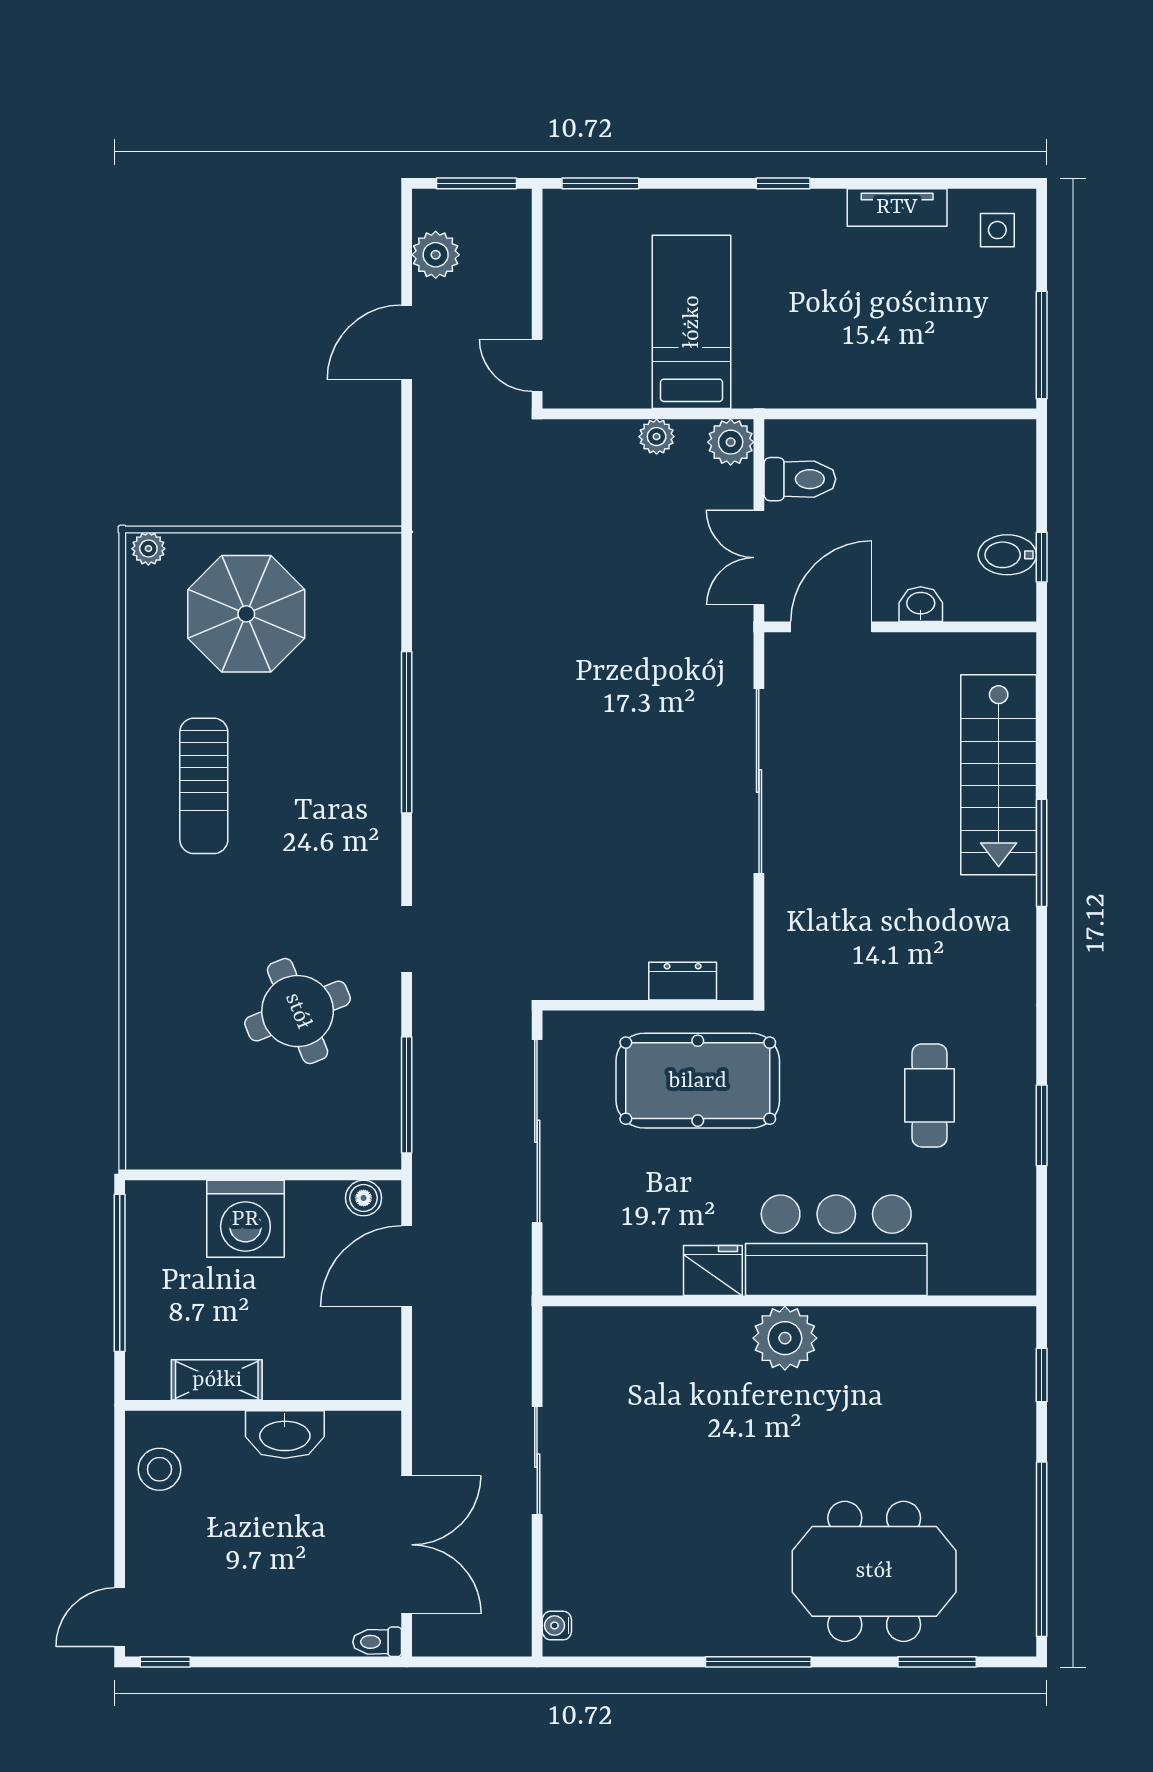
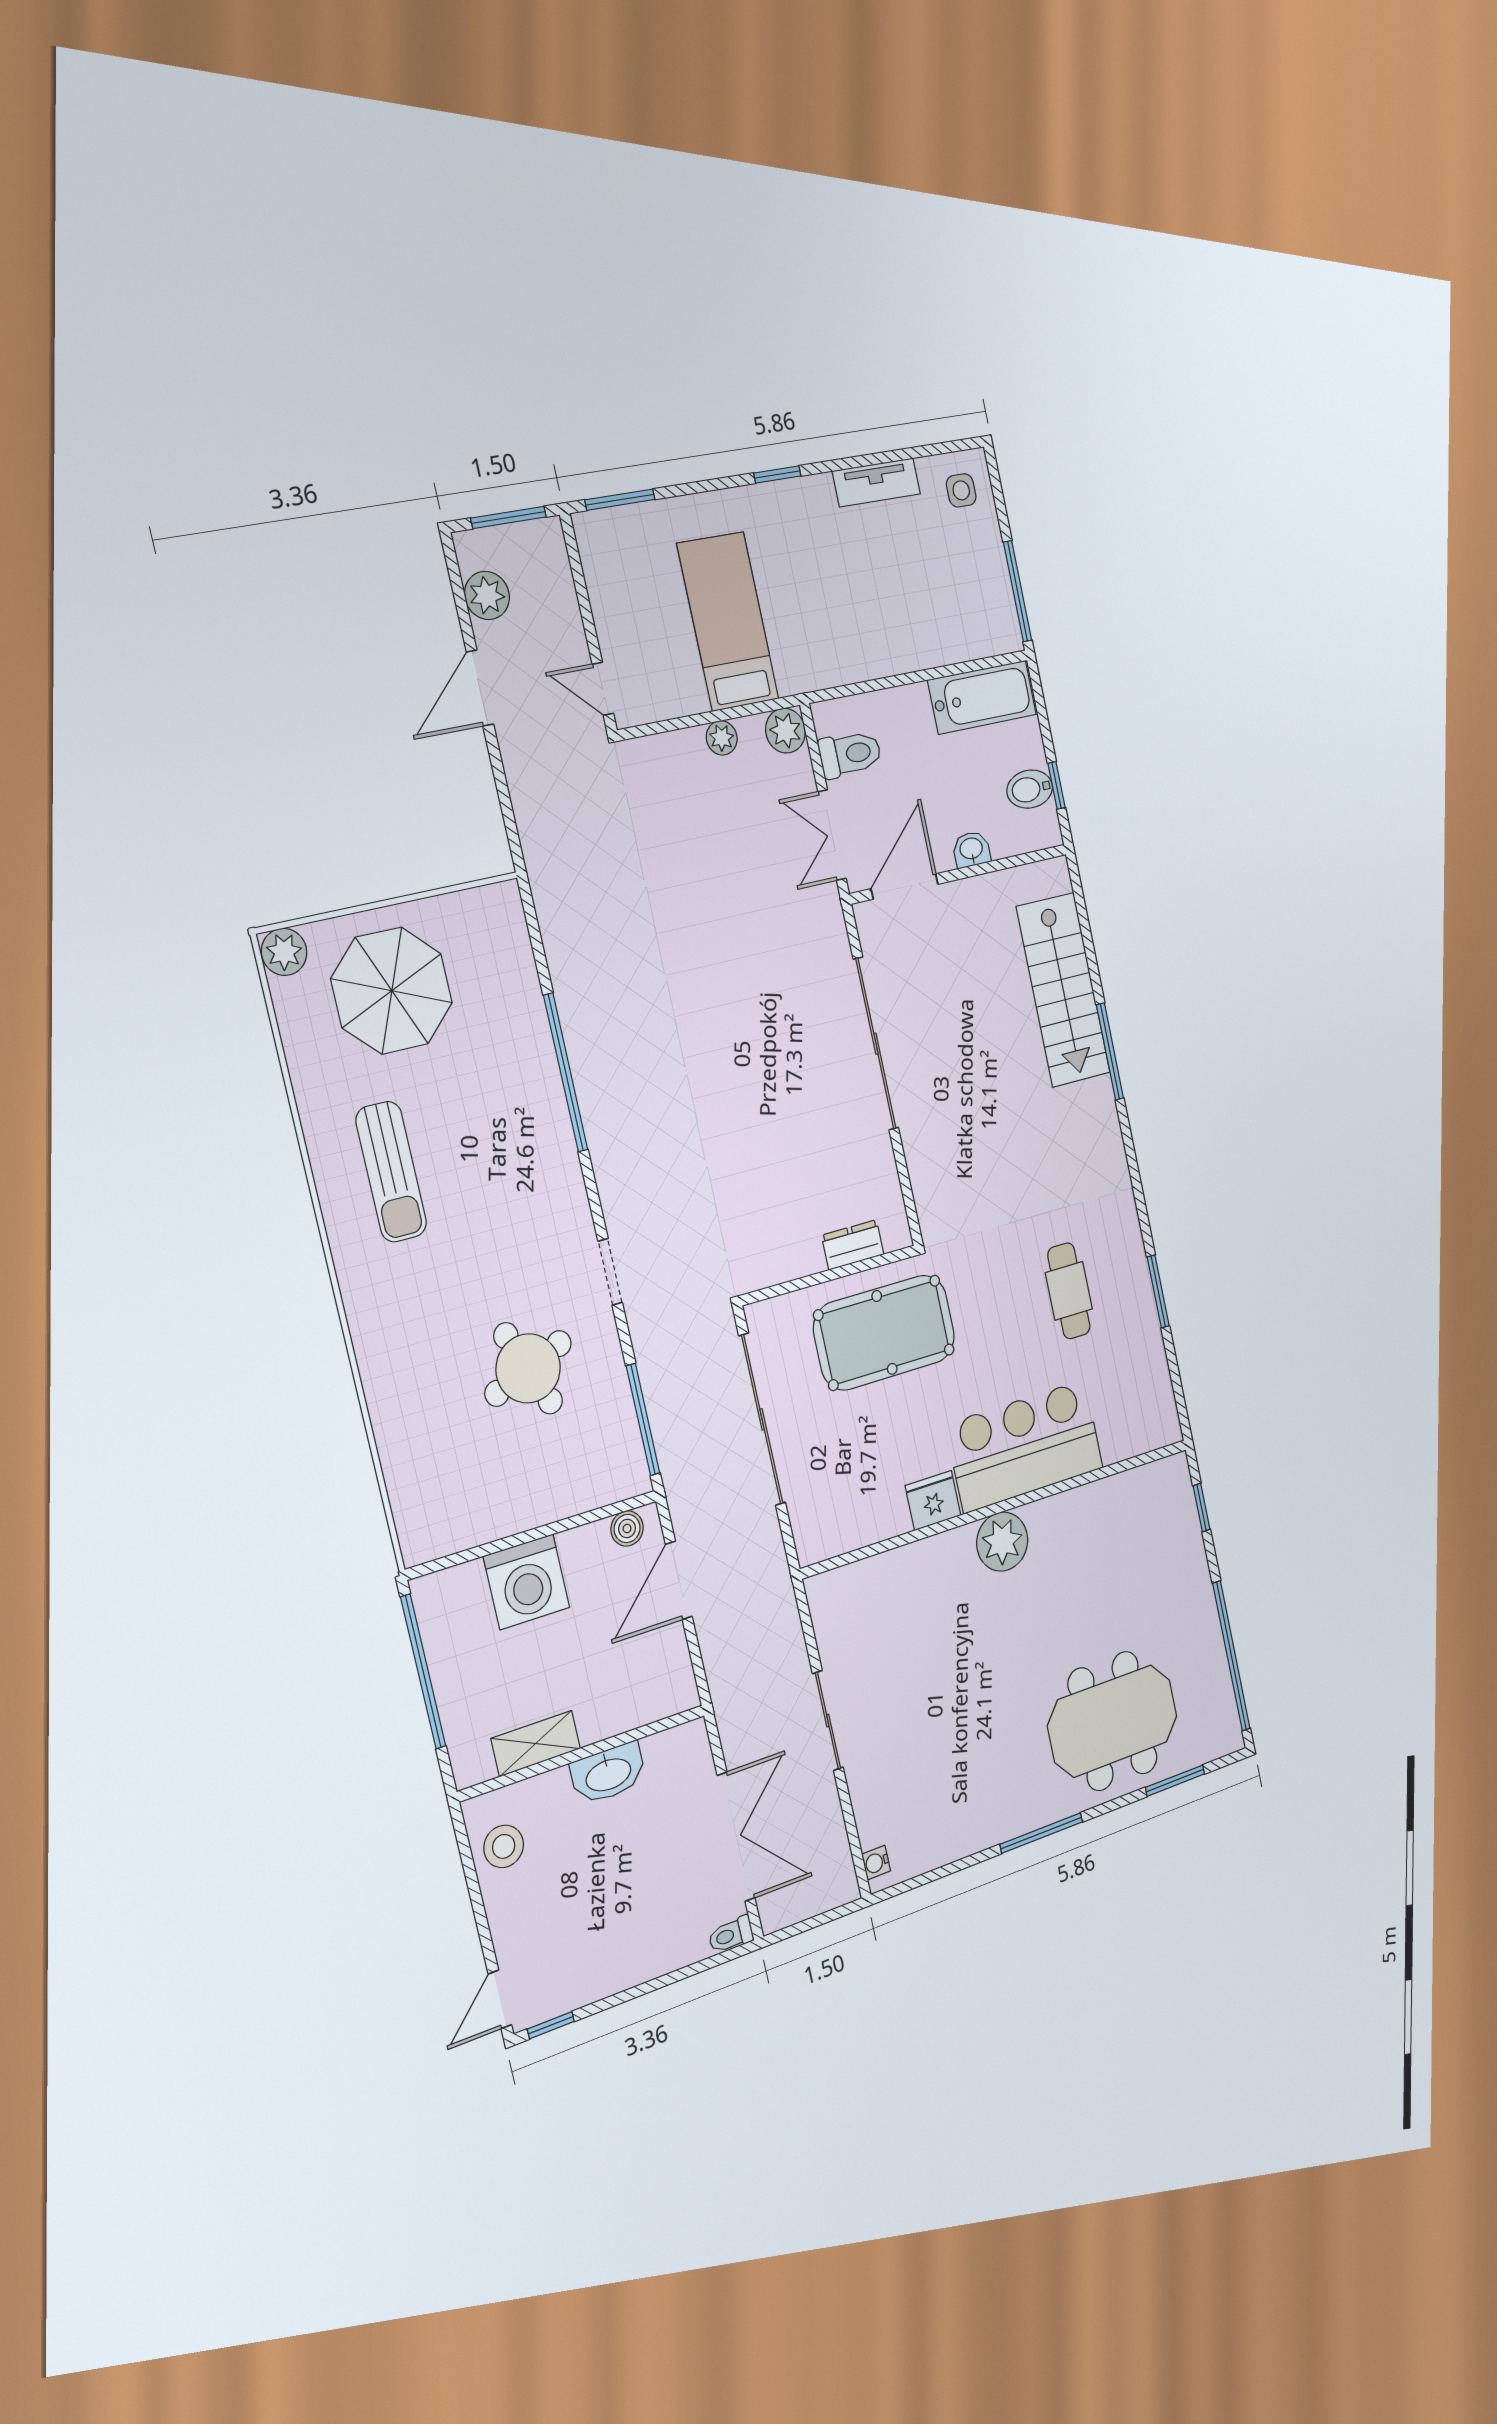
bathtub: (972, 448) -> (982, 697), added
plant: (148, 549) -> (284, 952), width x1.38, depth x1.38

